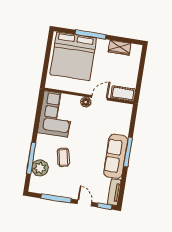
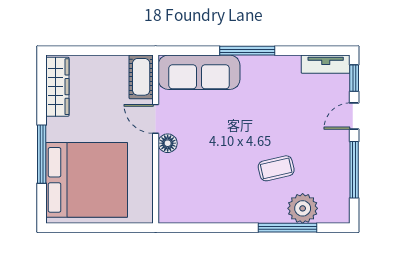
wardrobe: (120, 48) -> (57, 87), width x1.50
corner sofa: (56, 114) -> (198, 195), removed
sofa: (116, 156) -> (199, 72), moved

